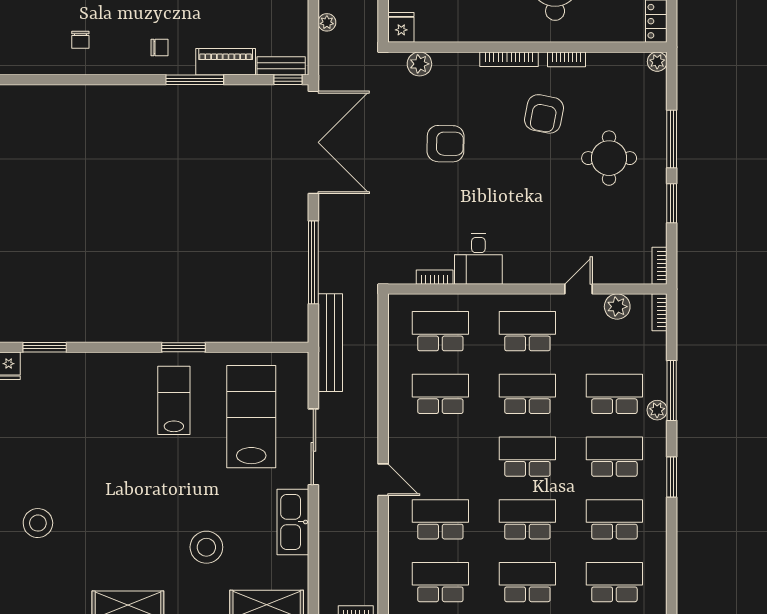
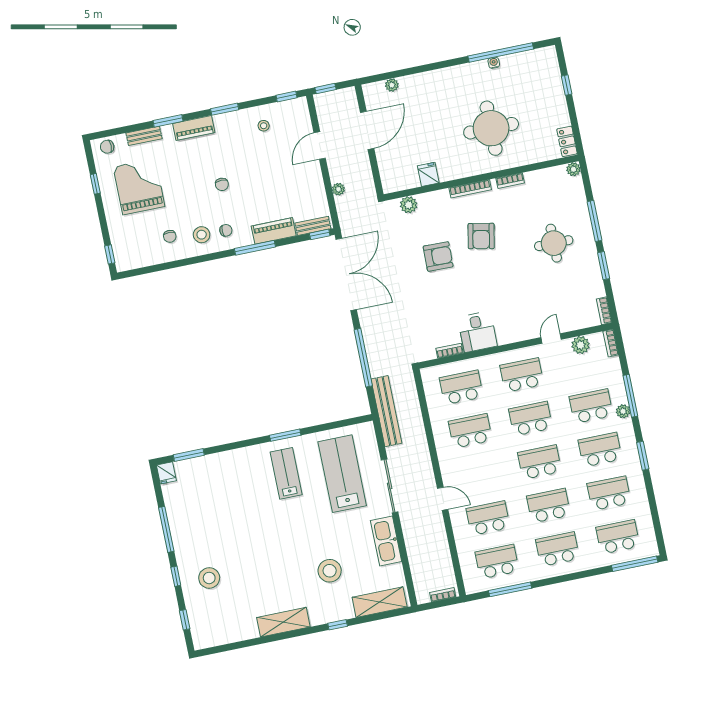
fridge: (401, 27) -> (428, 174), moved
stool: (125, 46) -> (202, 235), added
armchair: (544, 114) -> (481, 236), moved

